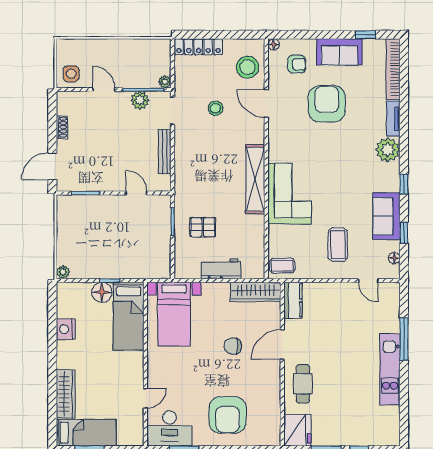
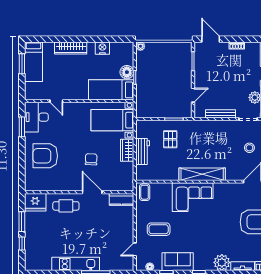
wardrobe: (256, 292) -> (127, 150), moved, width x0.67
wardrobe: (66, 394) -> (71, 48), moved

